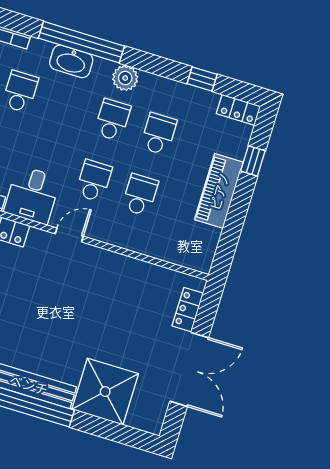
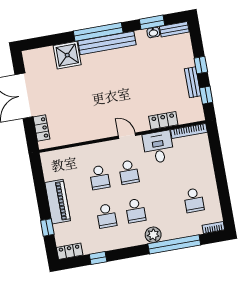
washbasin: (71, 61) -> (174, 231), removed
plant: (125, 78) -> (153, 235), moved
door: (69, 235) -> (127, 136), swing flipped
shower: (105, 392) -> (67, 55), width x0.73, depth x0.73

